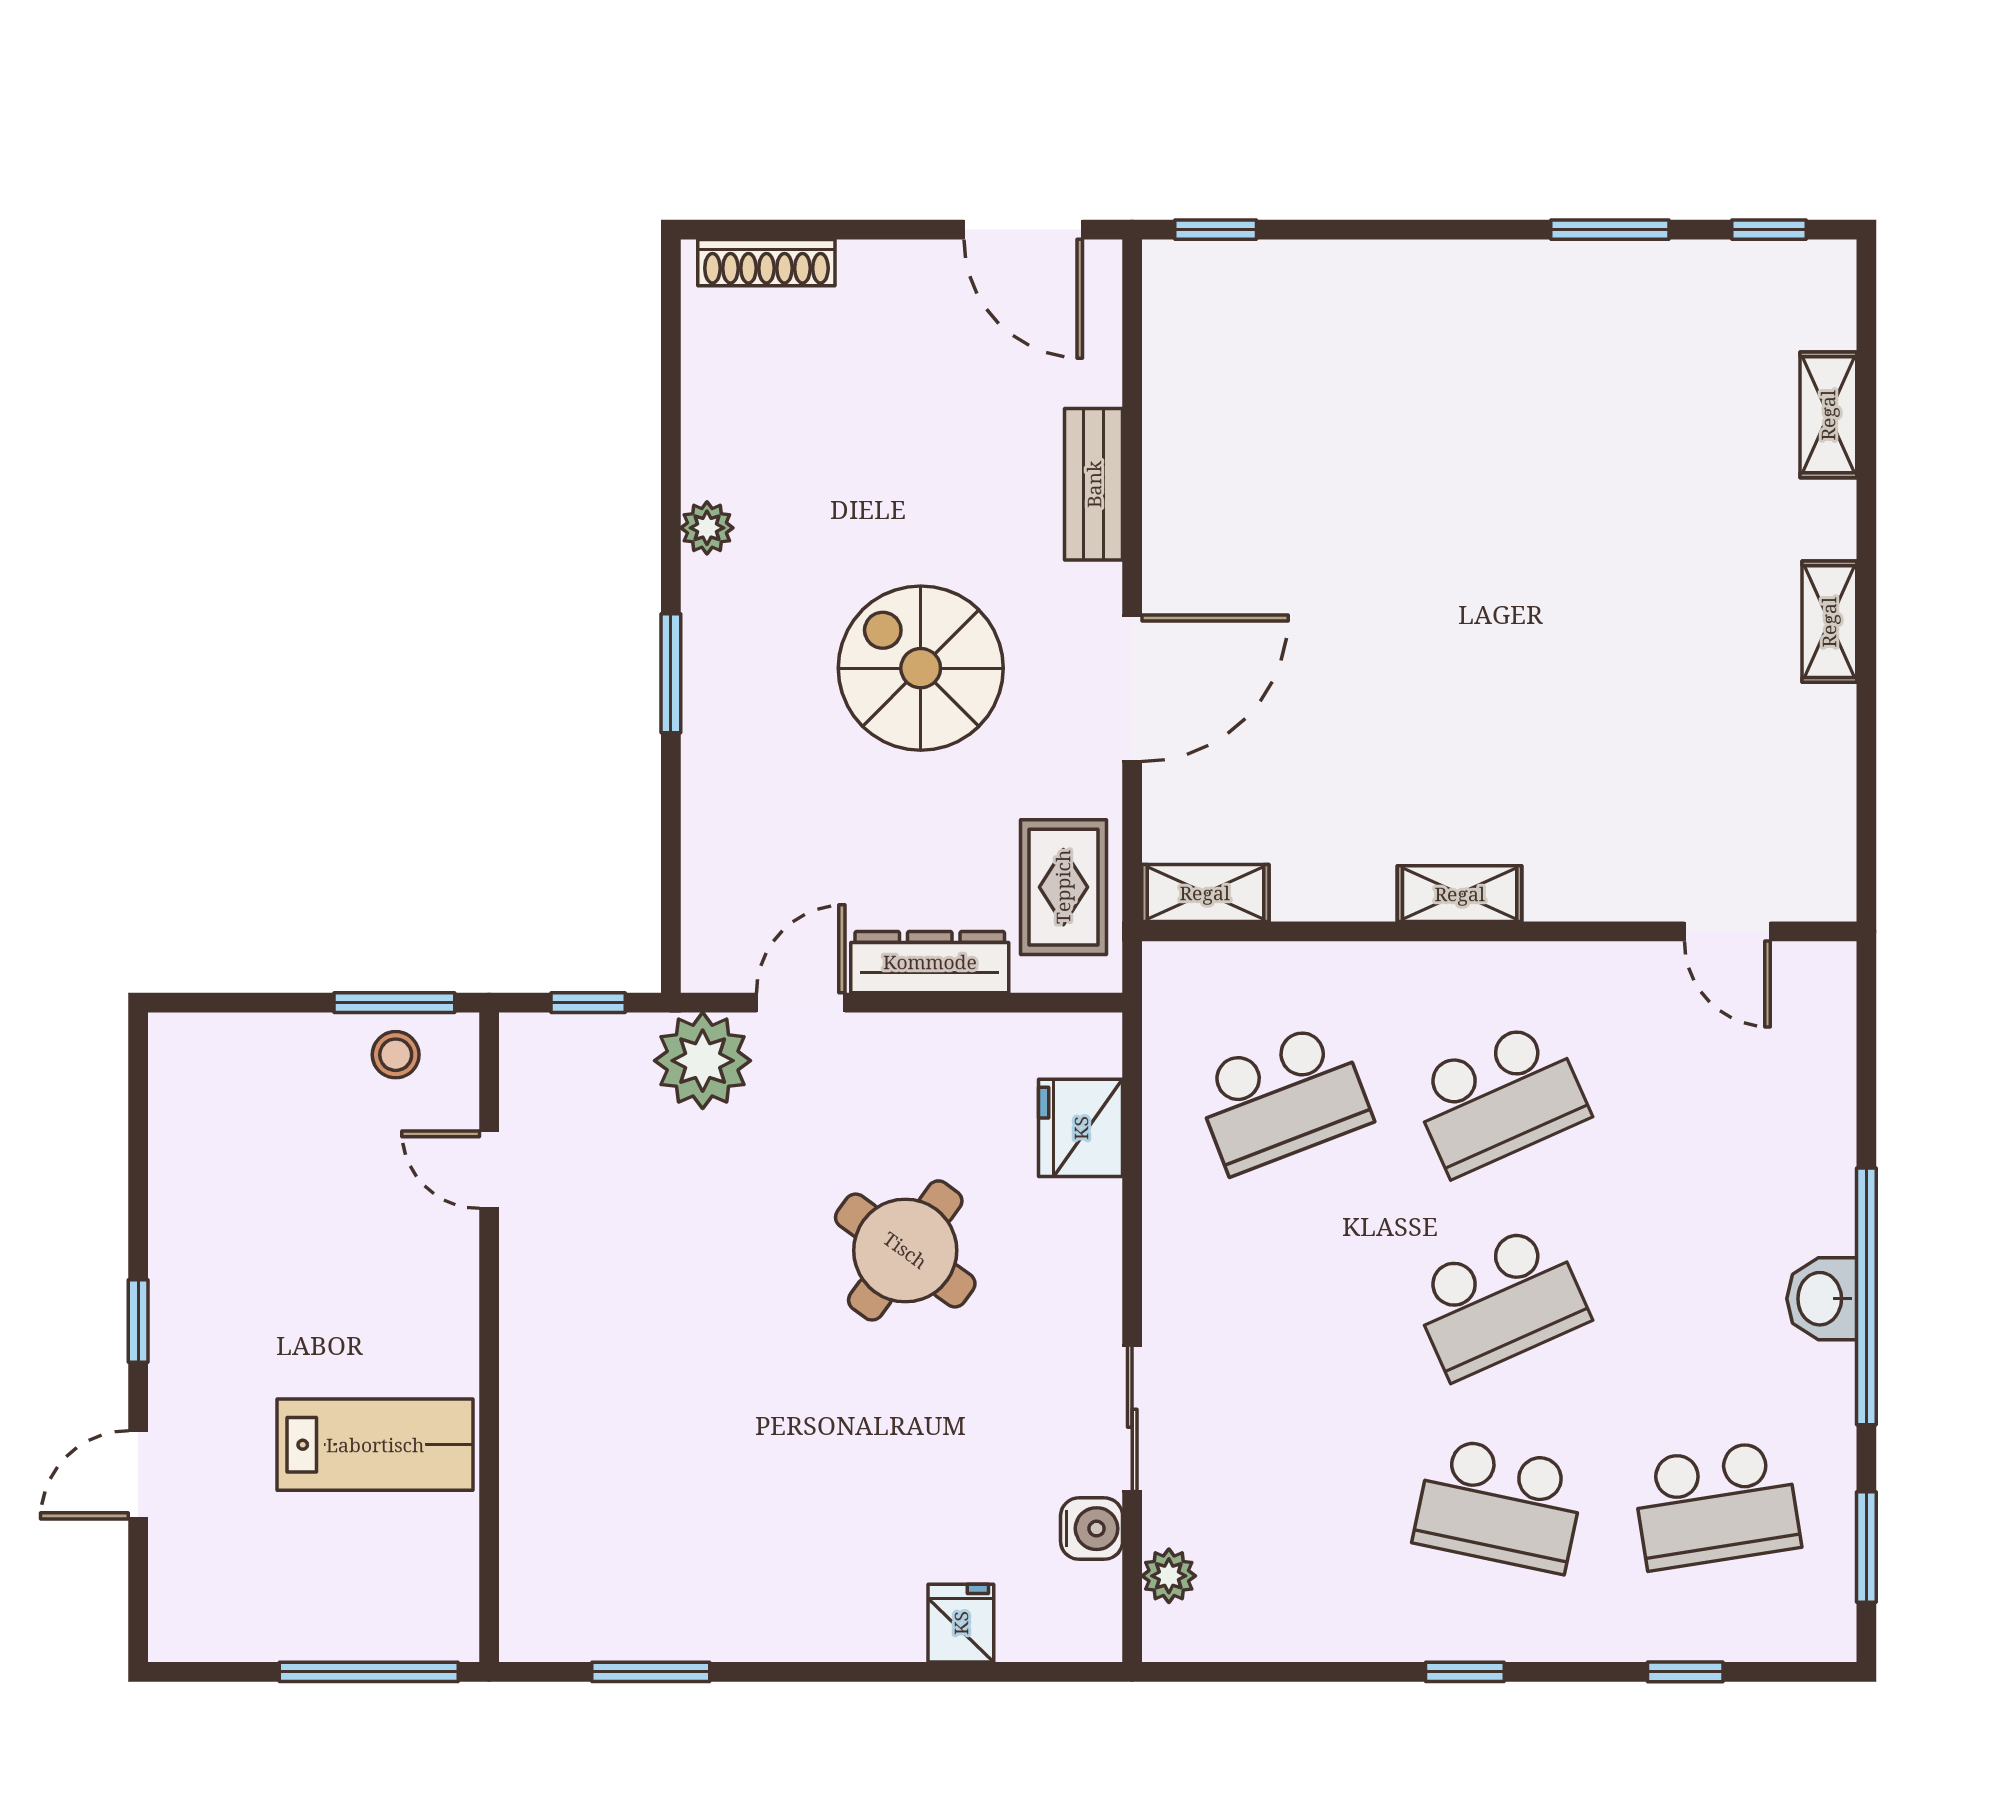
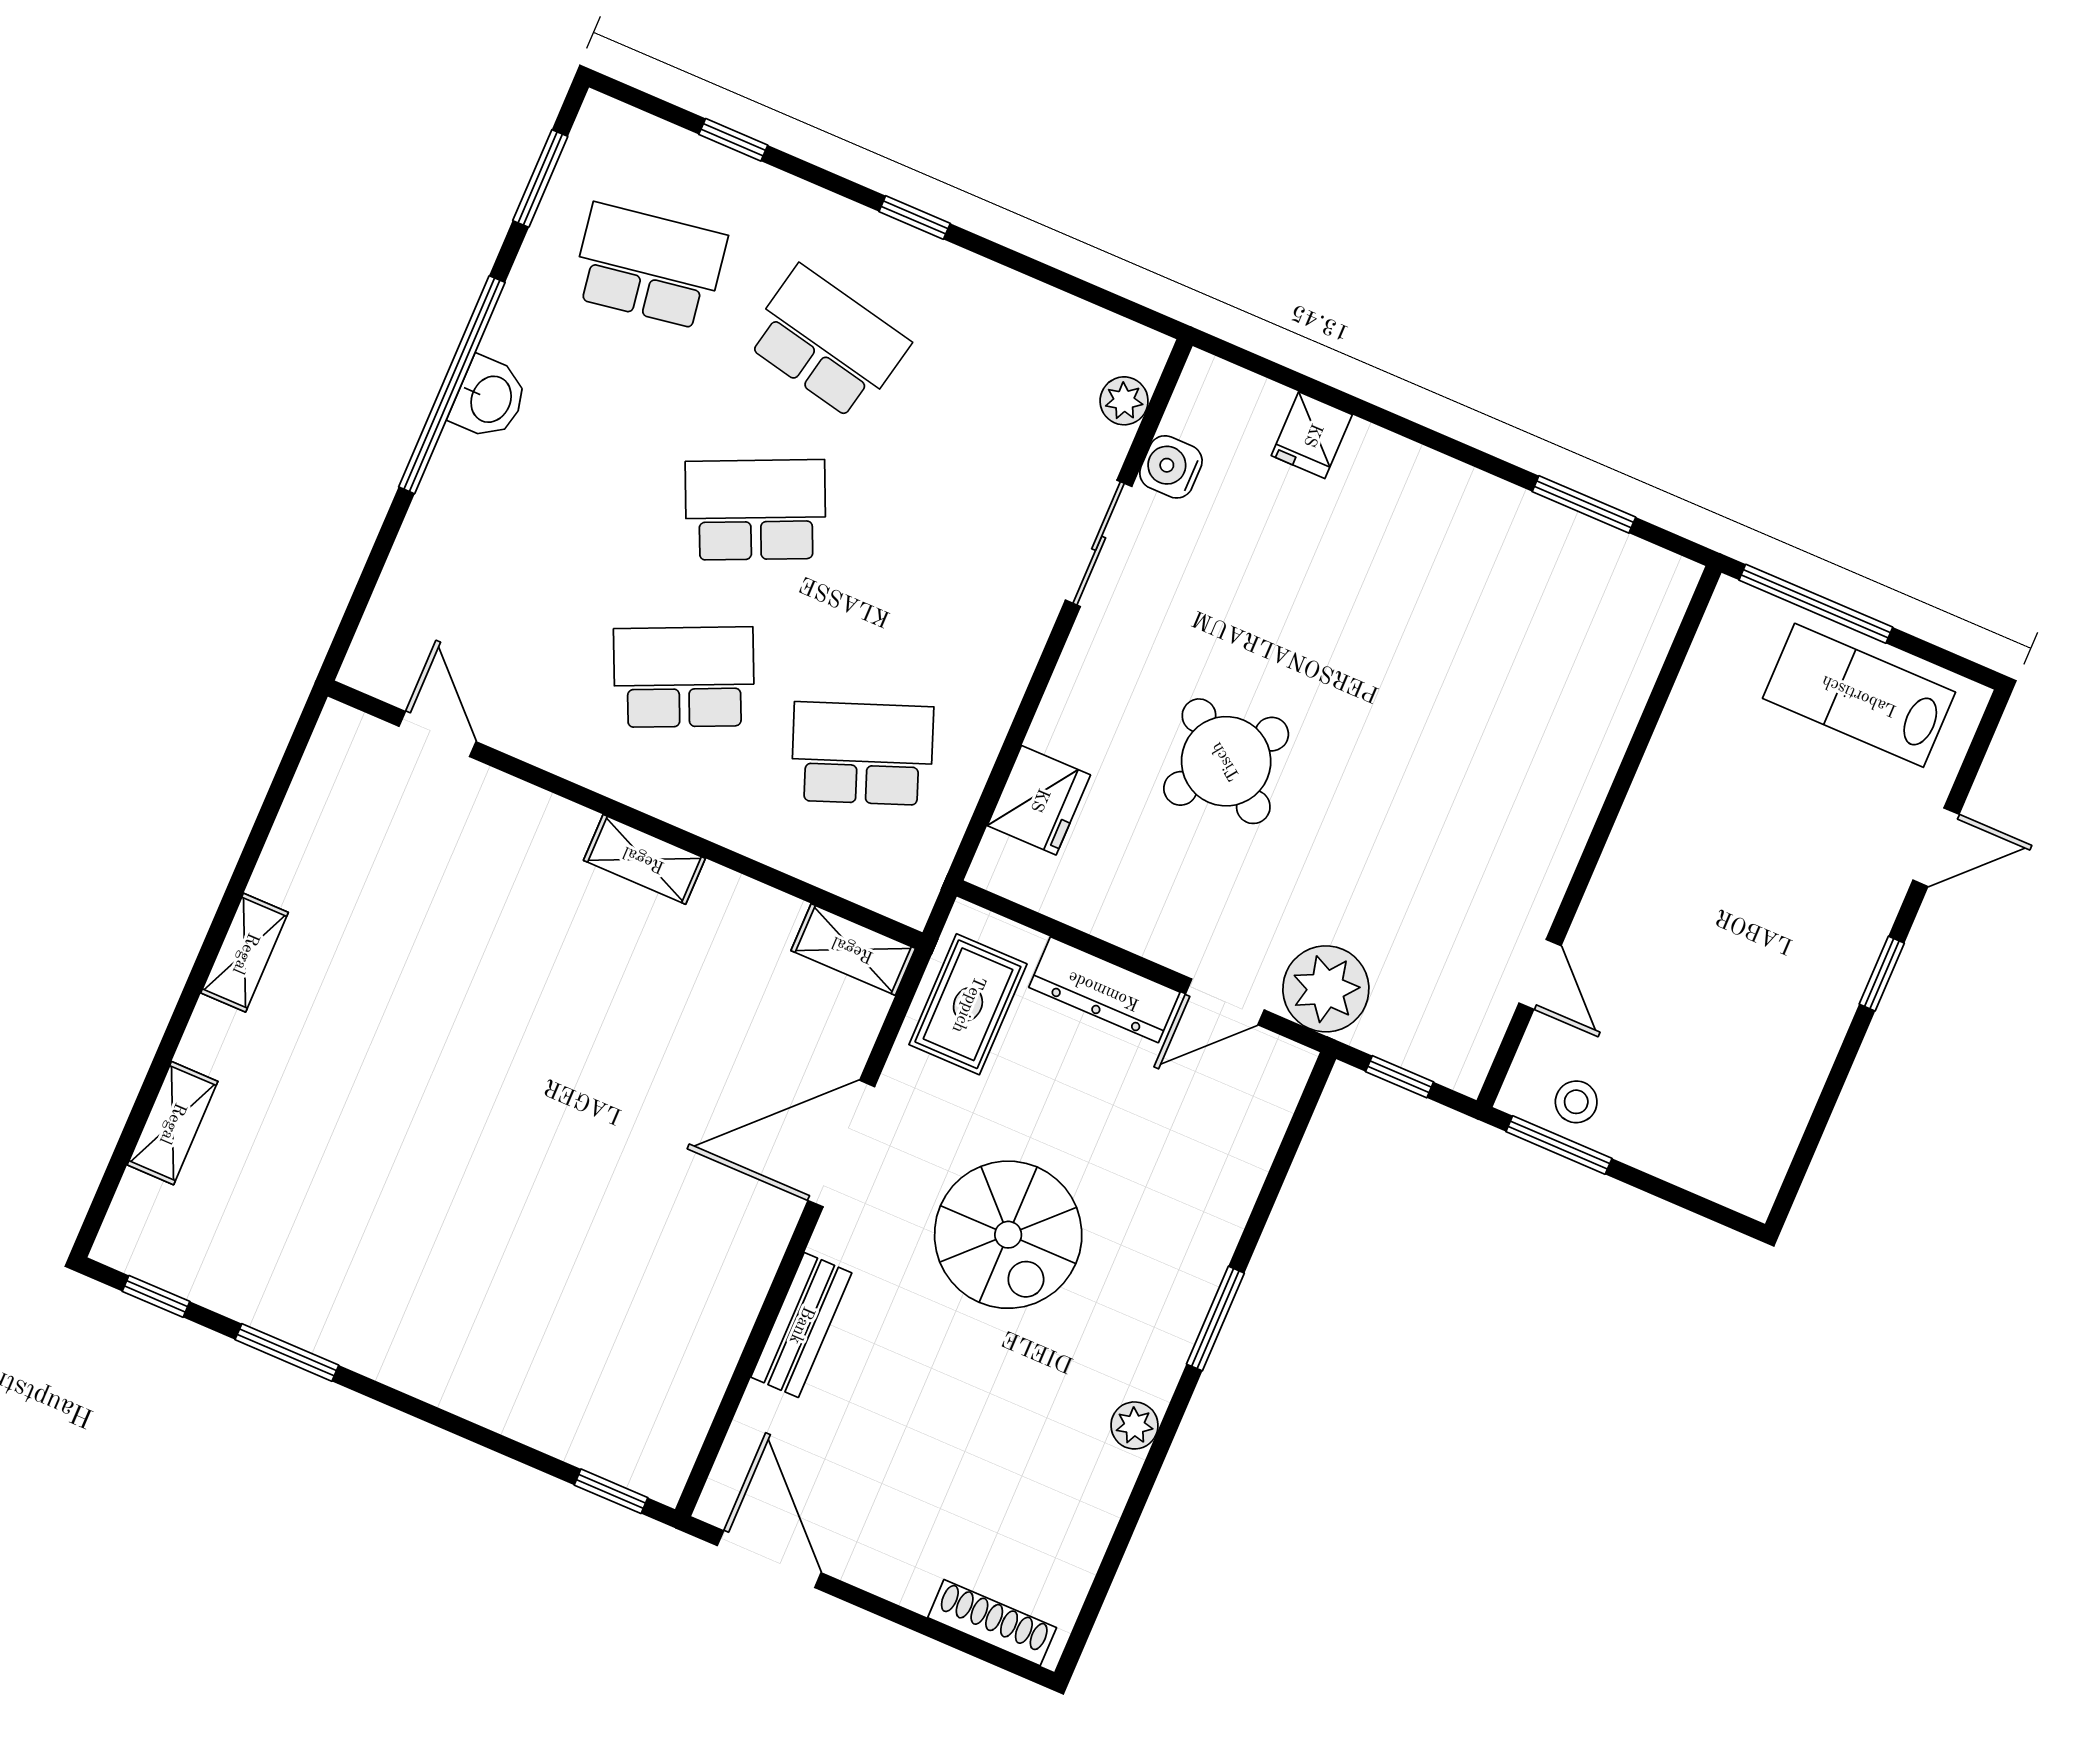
lab bench: (375, 1445) -> (1859, 695), moved

